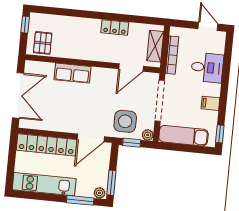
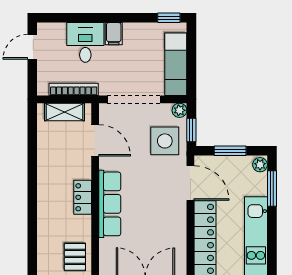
locker: (115, 27) -> (83, 197), moved, turned 180
pallet: (43, 43) -> (75, 257), turned 90
row of seats: (72, 73) -> (110, 204), width x1.48
filing cabinet: (210, 103) -> (114, 34), moved
window: (111, 183) -> (230, 151), moved

